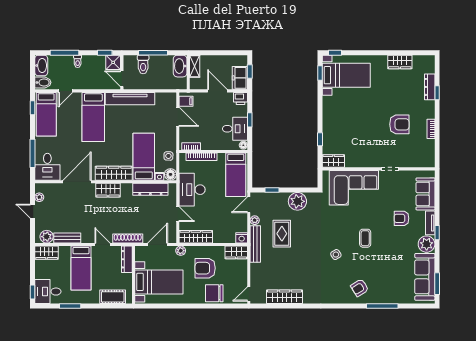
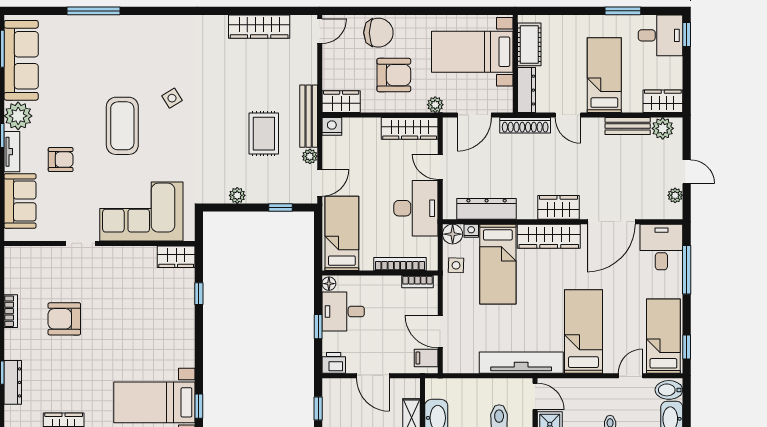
freezer: (240, 78) -> (335, 398), removed
plant: (297, 201) -> (237, 195), width x0.53, depth x0.53
coffee table: (365, 238) -> (122, 126), width x1.86, depth x1.72
armchair: (360, 288) -> (132, 42), removed
cot: (113, 297) -> (529, 44), moved, turned 90

